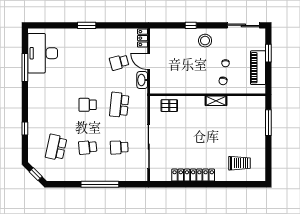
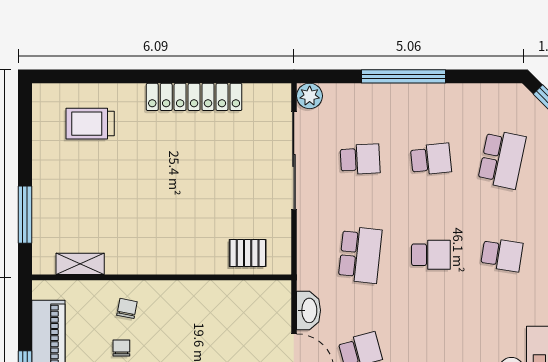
shelving: (216, 101) -> (80, 264), moved
school desk: (56, 105) -> (502, 255), added
plant: (142, 176) -> (310, 96), added

